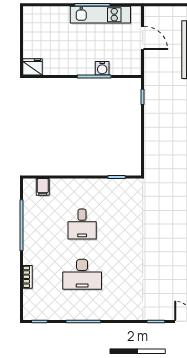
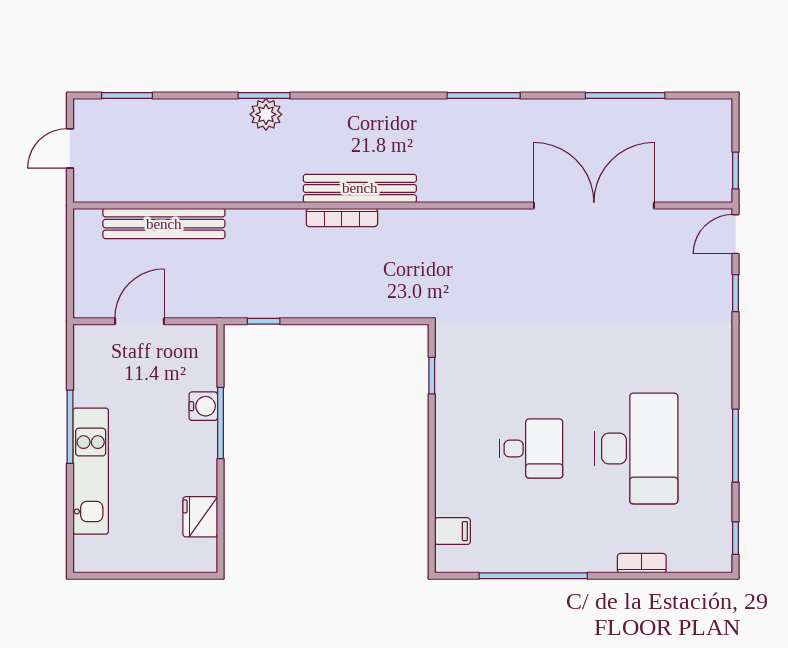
kitchen unit: (100, 15) -> (91, 471), moved
fridge: (32, 67) -> (200, 517), moved
desk: (82, 274) -> (636, 449), width x1.36, depth x1.30

